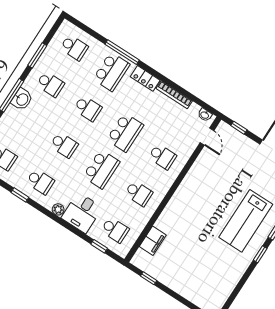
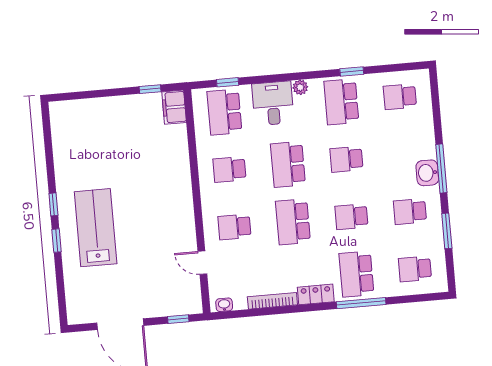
door: (207, 137) -> (202, 263), moved
school desk: (40, 182) -> (341, 102), width x1.85
school desk: (115, 230) -> (224, 112), width x1.85
filing cabinet: (153, 241) -> (174, 107), moved

